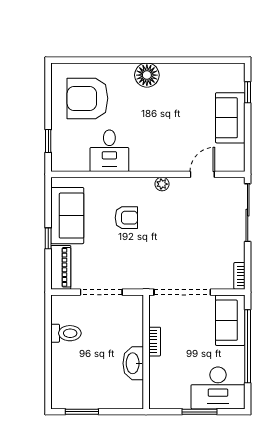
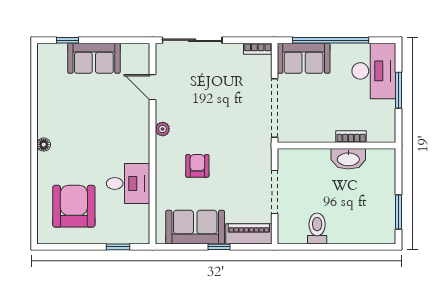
floor lamp: (147, 75) -> (44, 145), width x0.53, depth x0.53
armchair: (87, 98) -> (74, 206), turned 180
bookcase: (155, 342) -> (351, 137), moved

